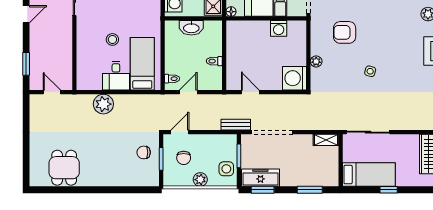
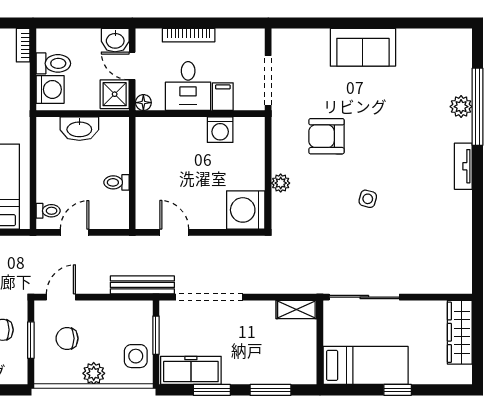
bench: (236, 125) -> (142, 285), width x1.36
chair: (184, 158) -> (67, 338), turned 90
window: (263, 190) -> (212, 390), moved

